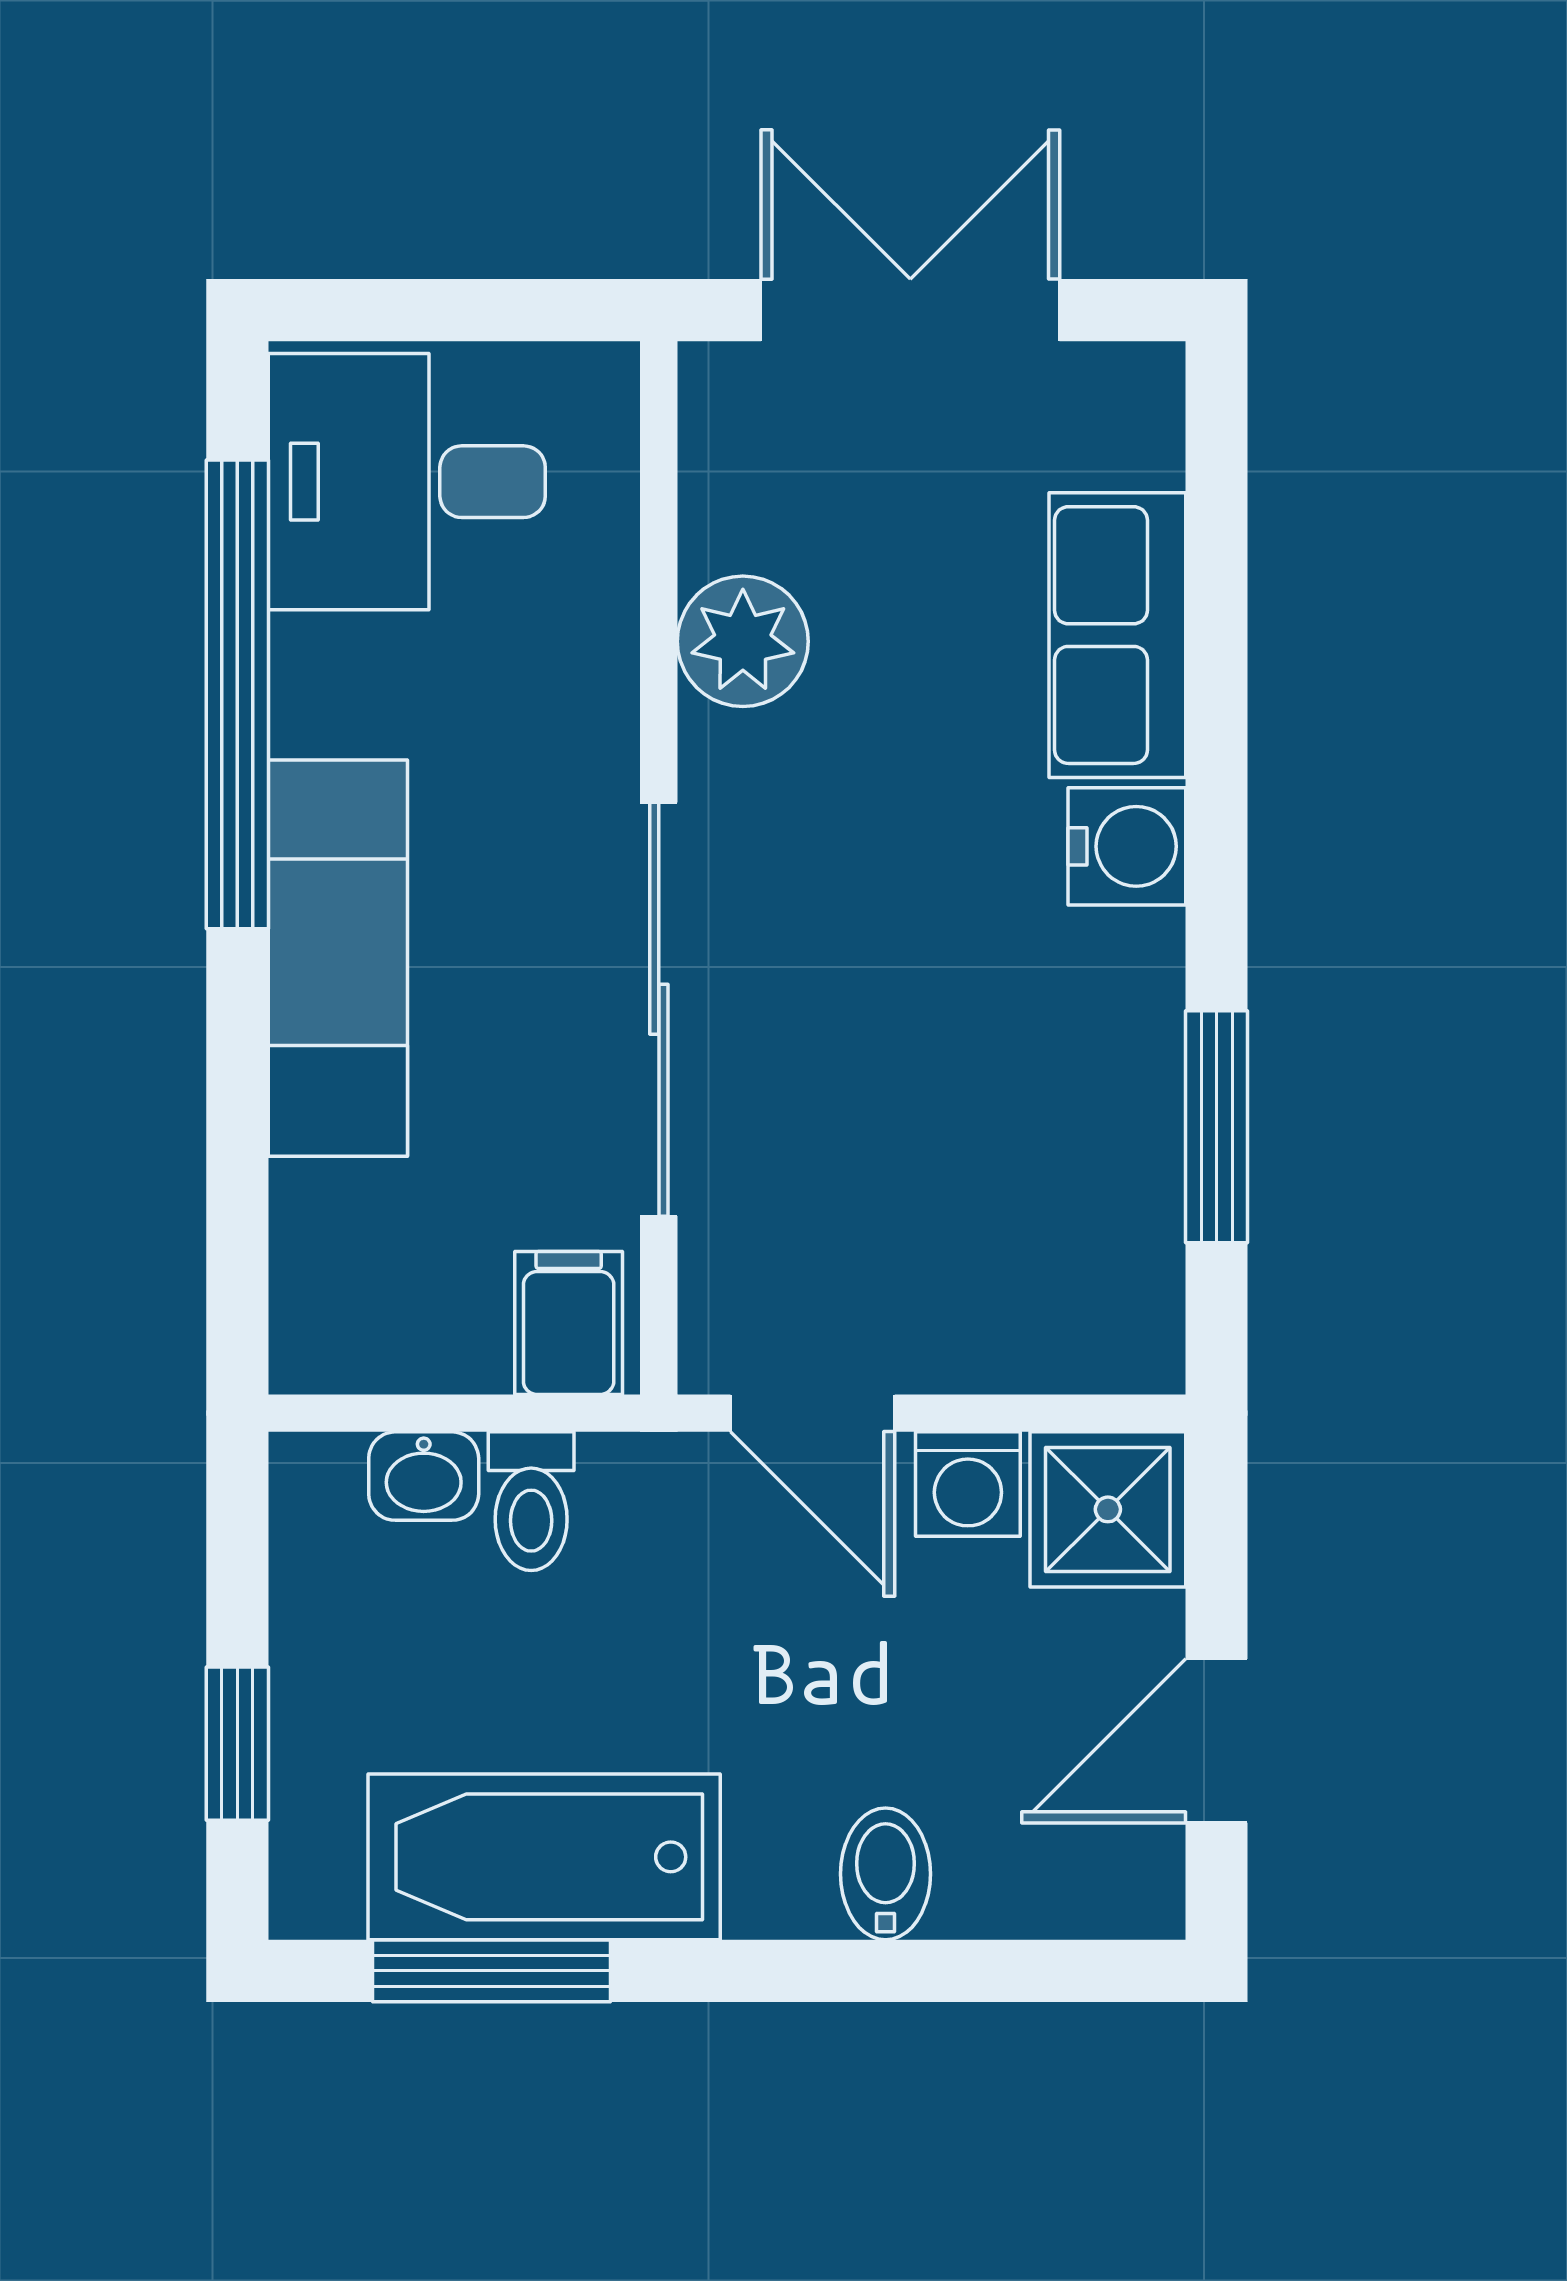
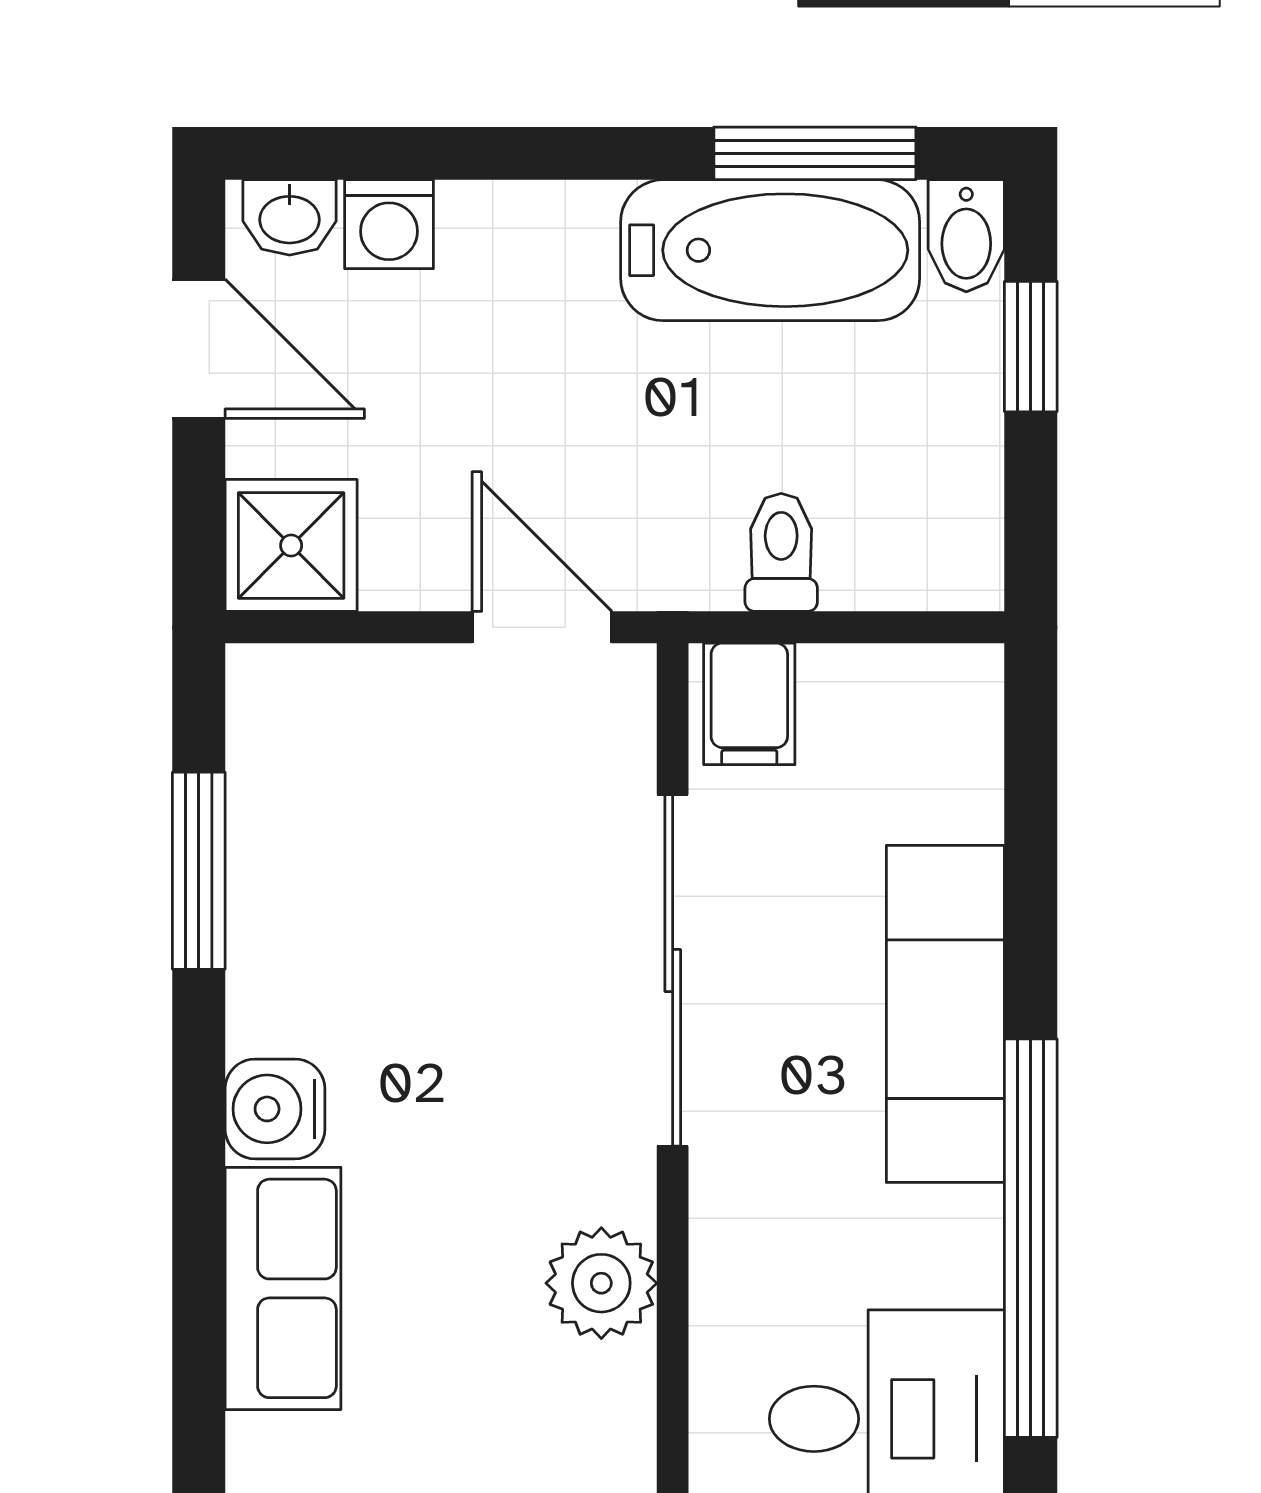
washbasin: (424, 1476) -> (290, 217), moved, turned 180
washing machine: (968, 1484) -> (389, 224), moved, turned 180
door: (1217, 1741) -> (199, 349), hinge flipped
bidet: (885, 1874) -> (966, 236), moved

